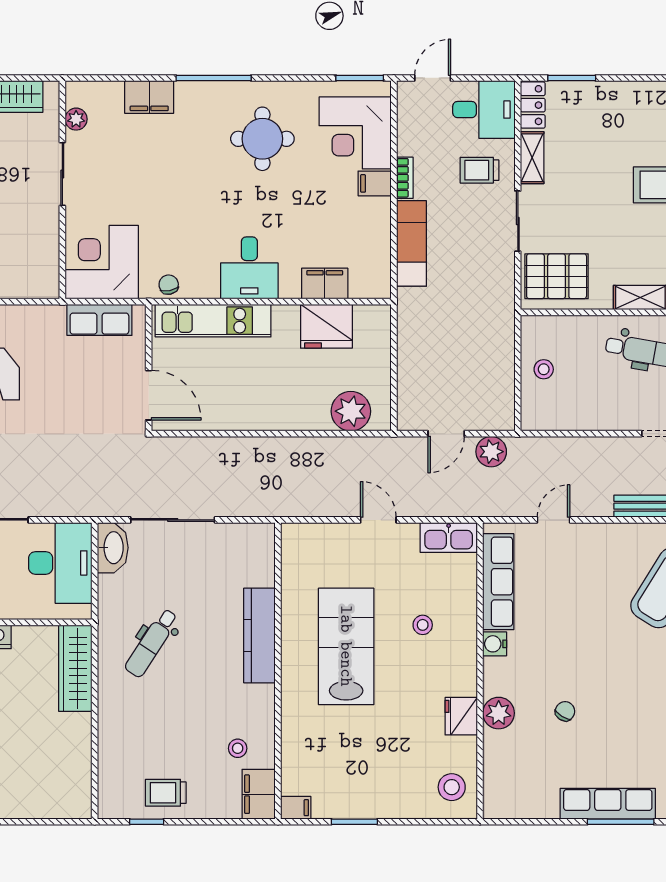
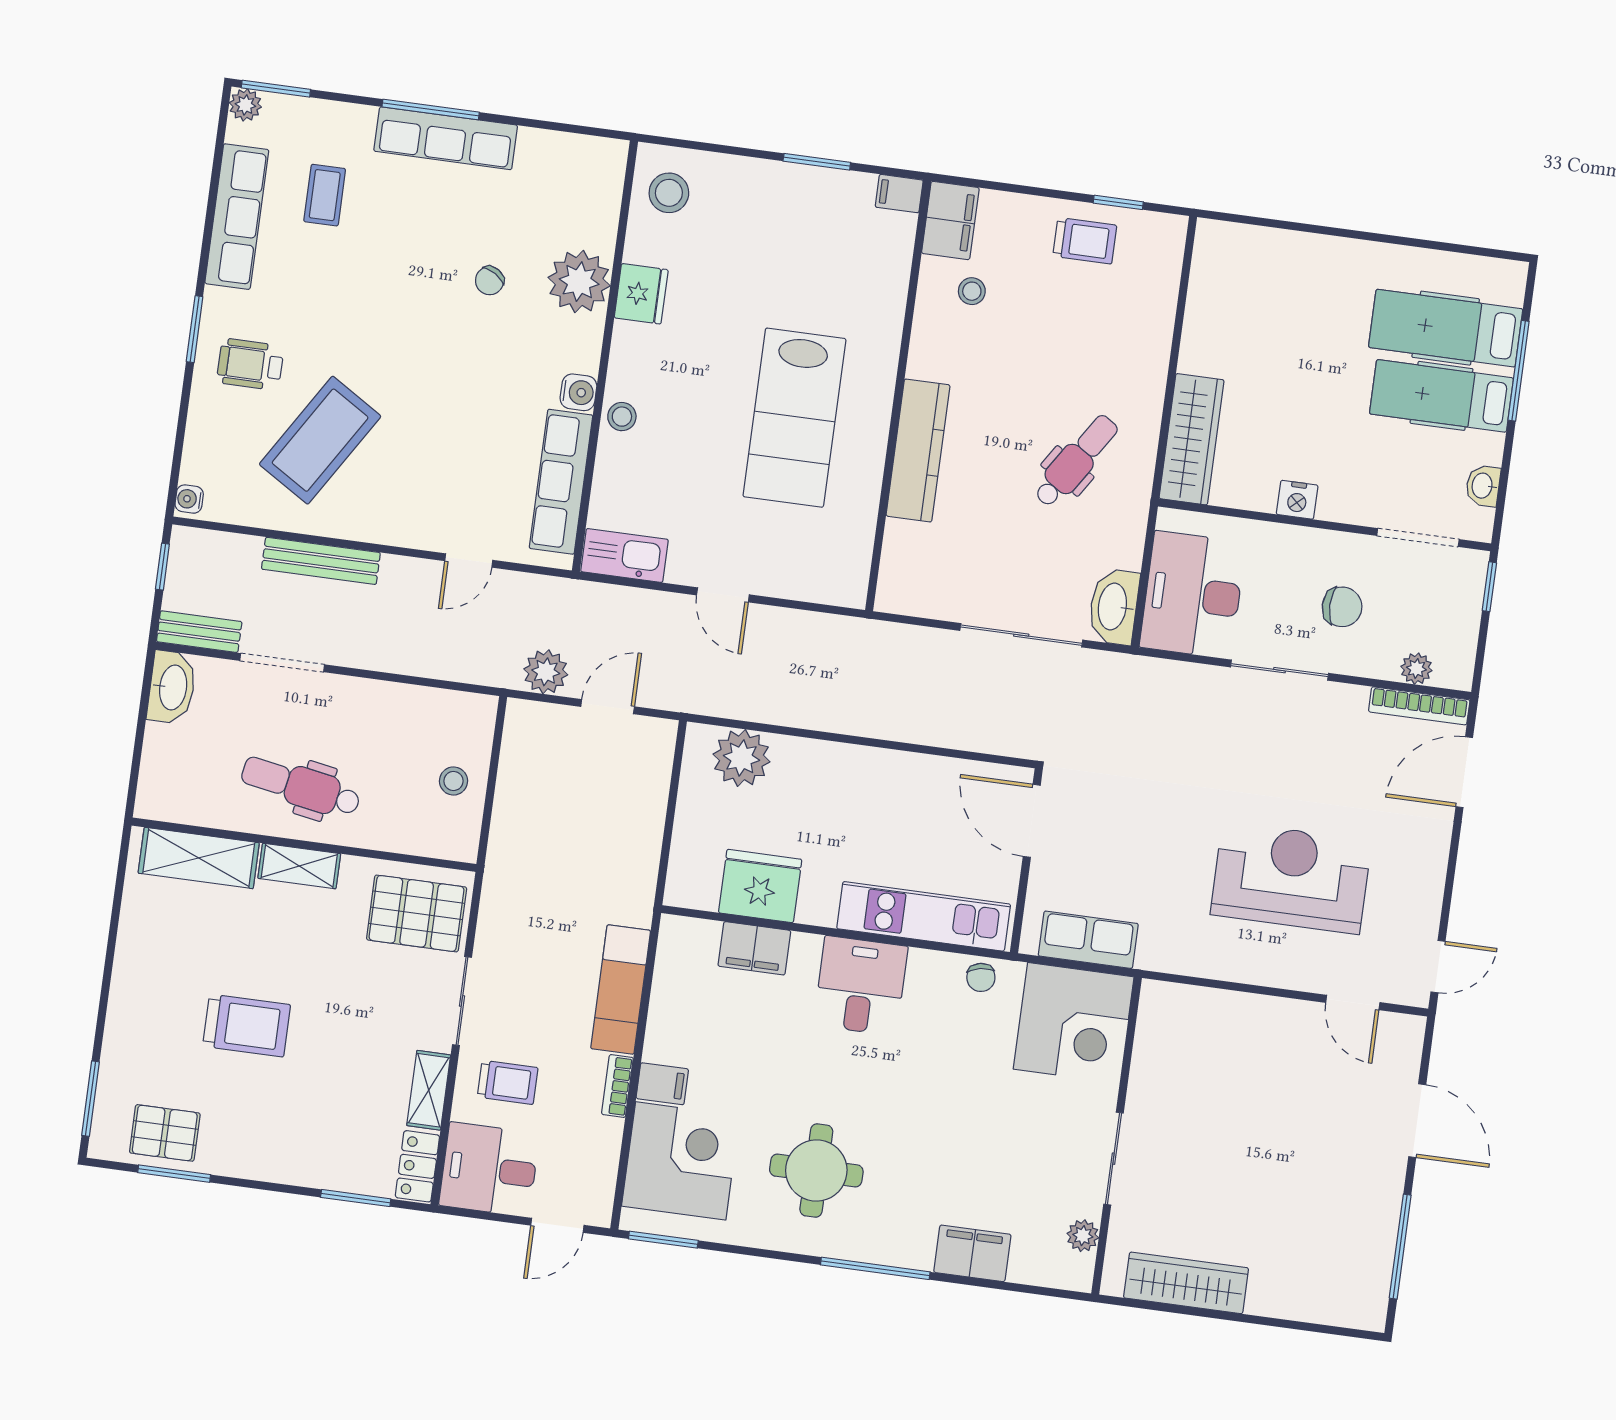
stool: (423, 625) -> (622, 417), moved
plant: (499, 713) -> (579, 282), width x1.36, depth x1.36

